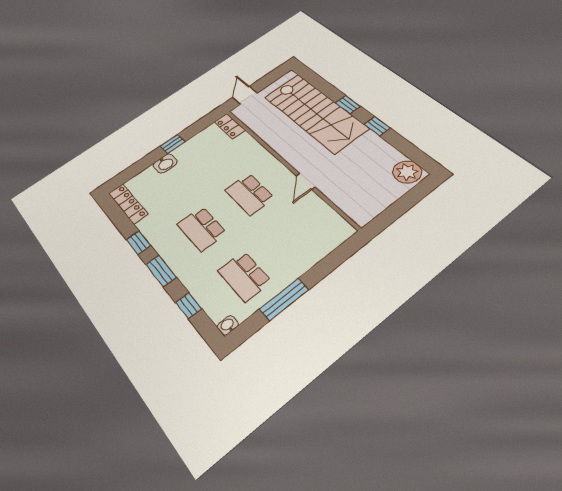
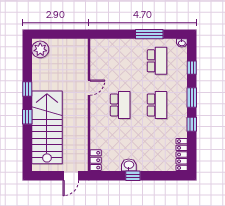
washbasin: (165, 163) -> (129, 165), moved

